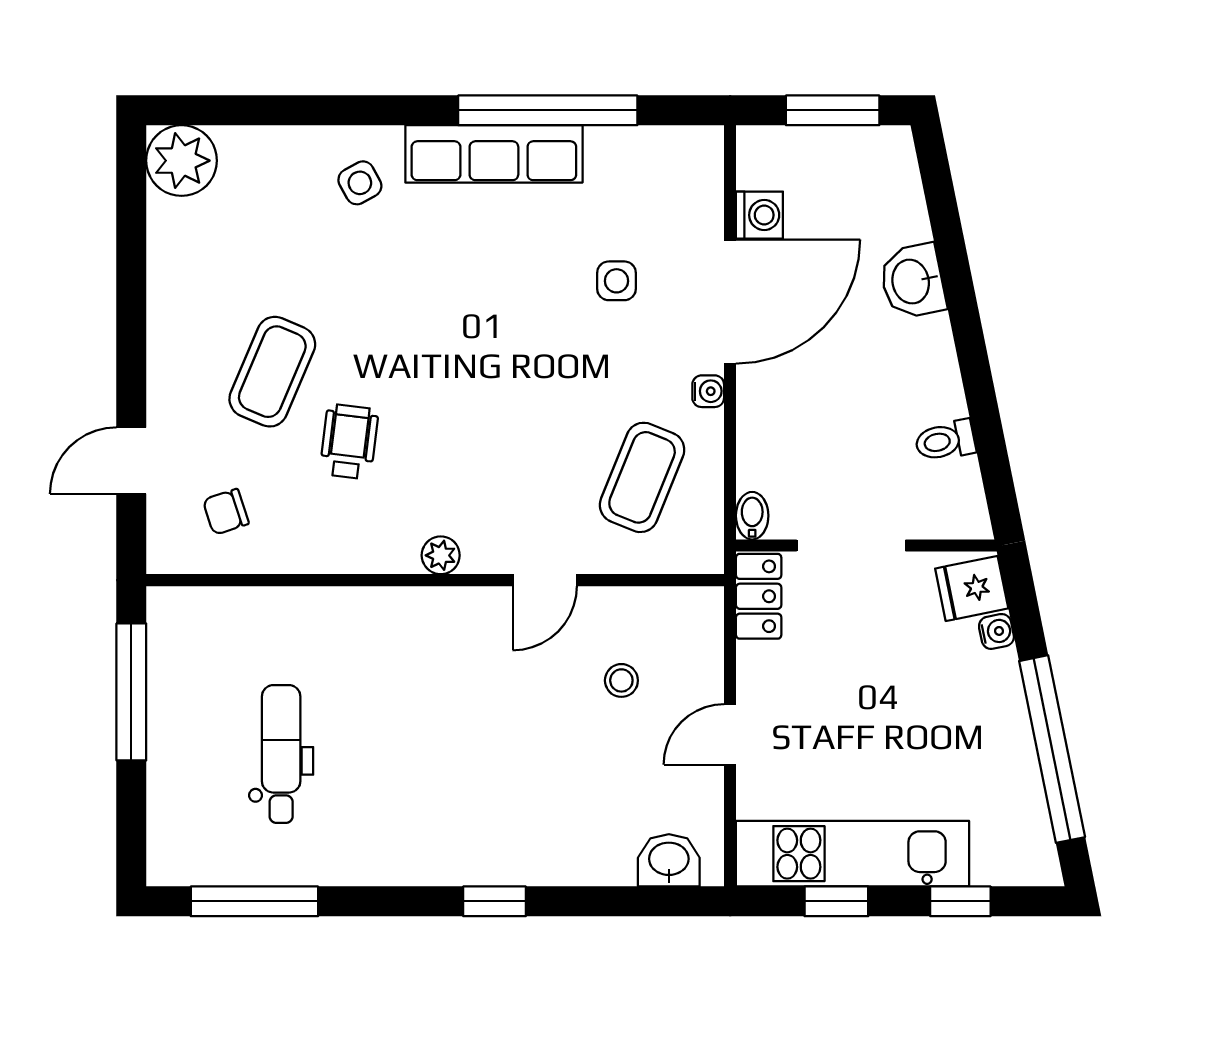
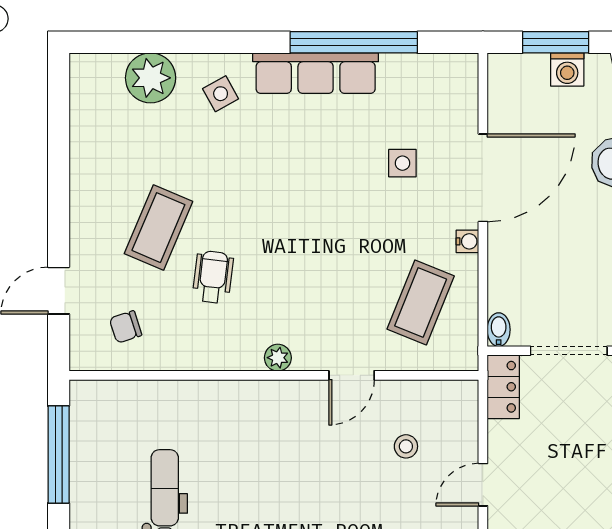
plant: (182, 161) -> (151, 78), moved
washing machine: (759, 215) -> (567, 69), moved, turned 90

